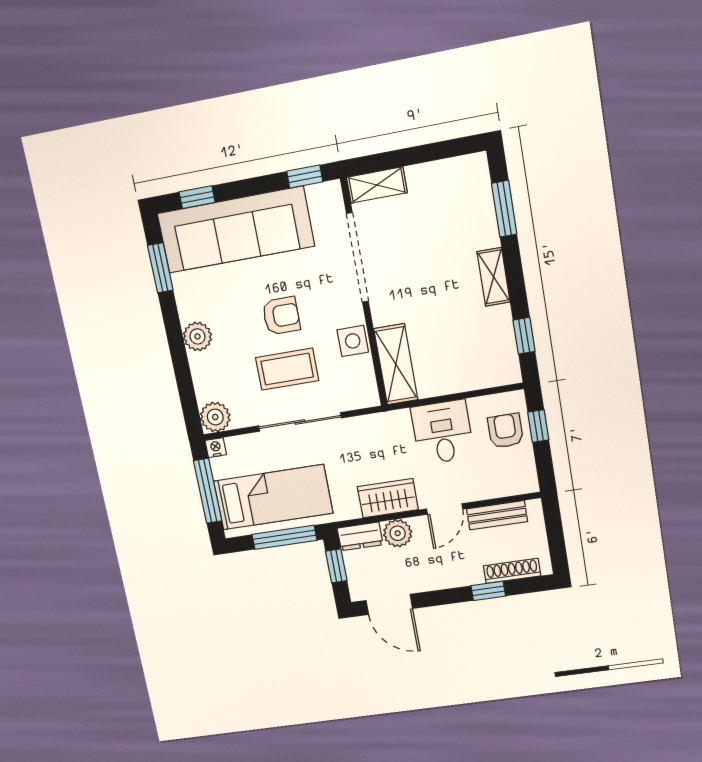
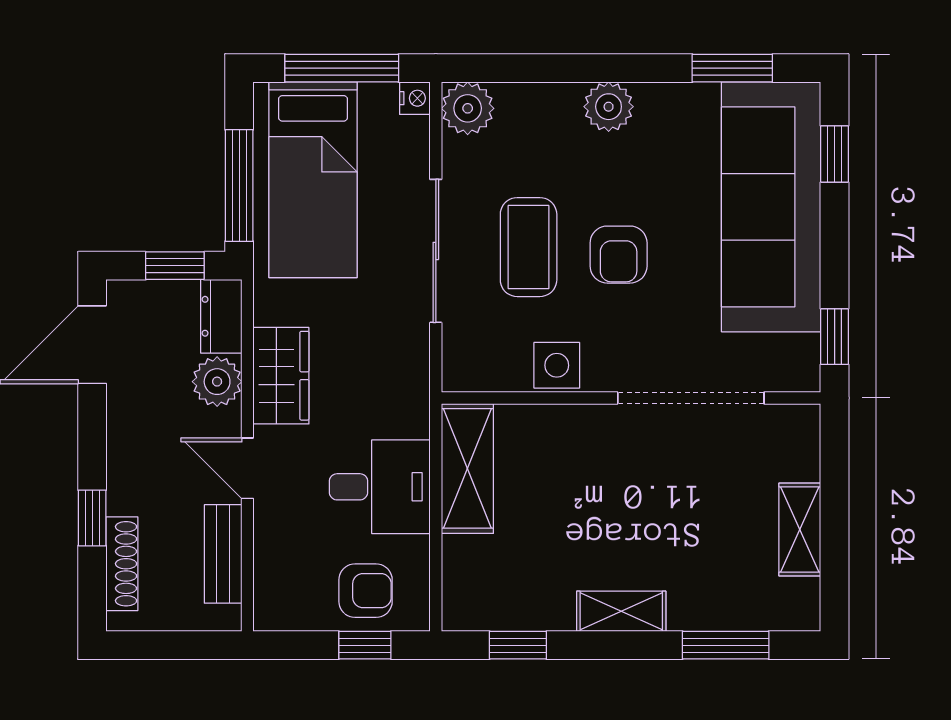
shelving: (377, 185) -> (800, 530), moved
shelving: (396, 364) -> (467, 468), moved, turned 90

